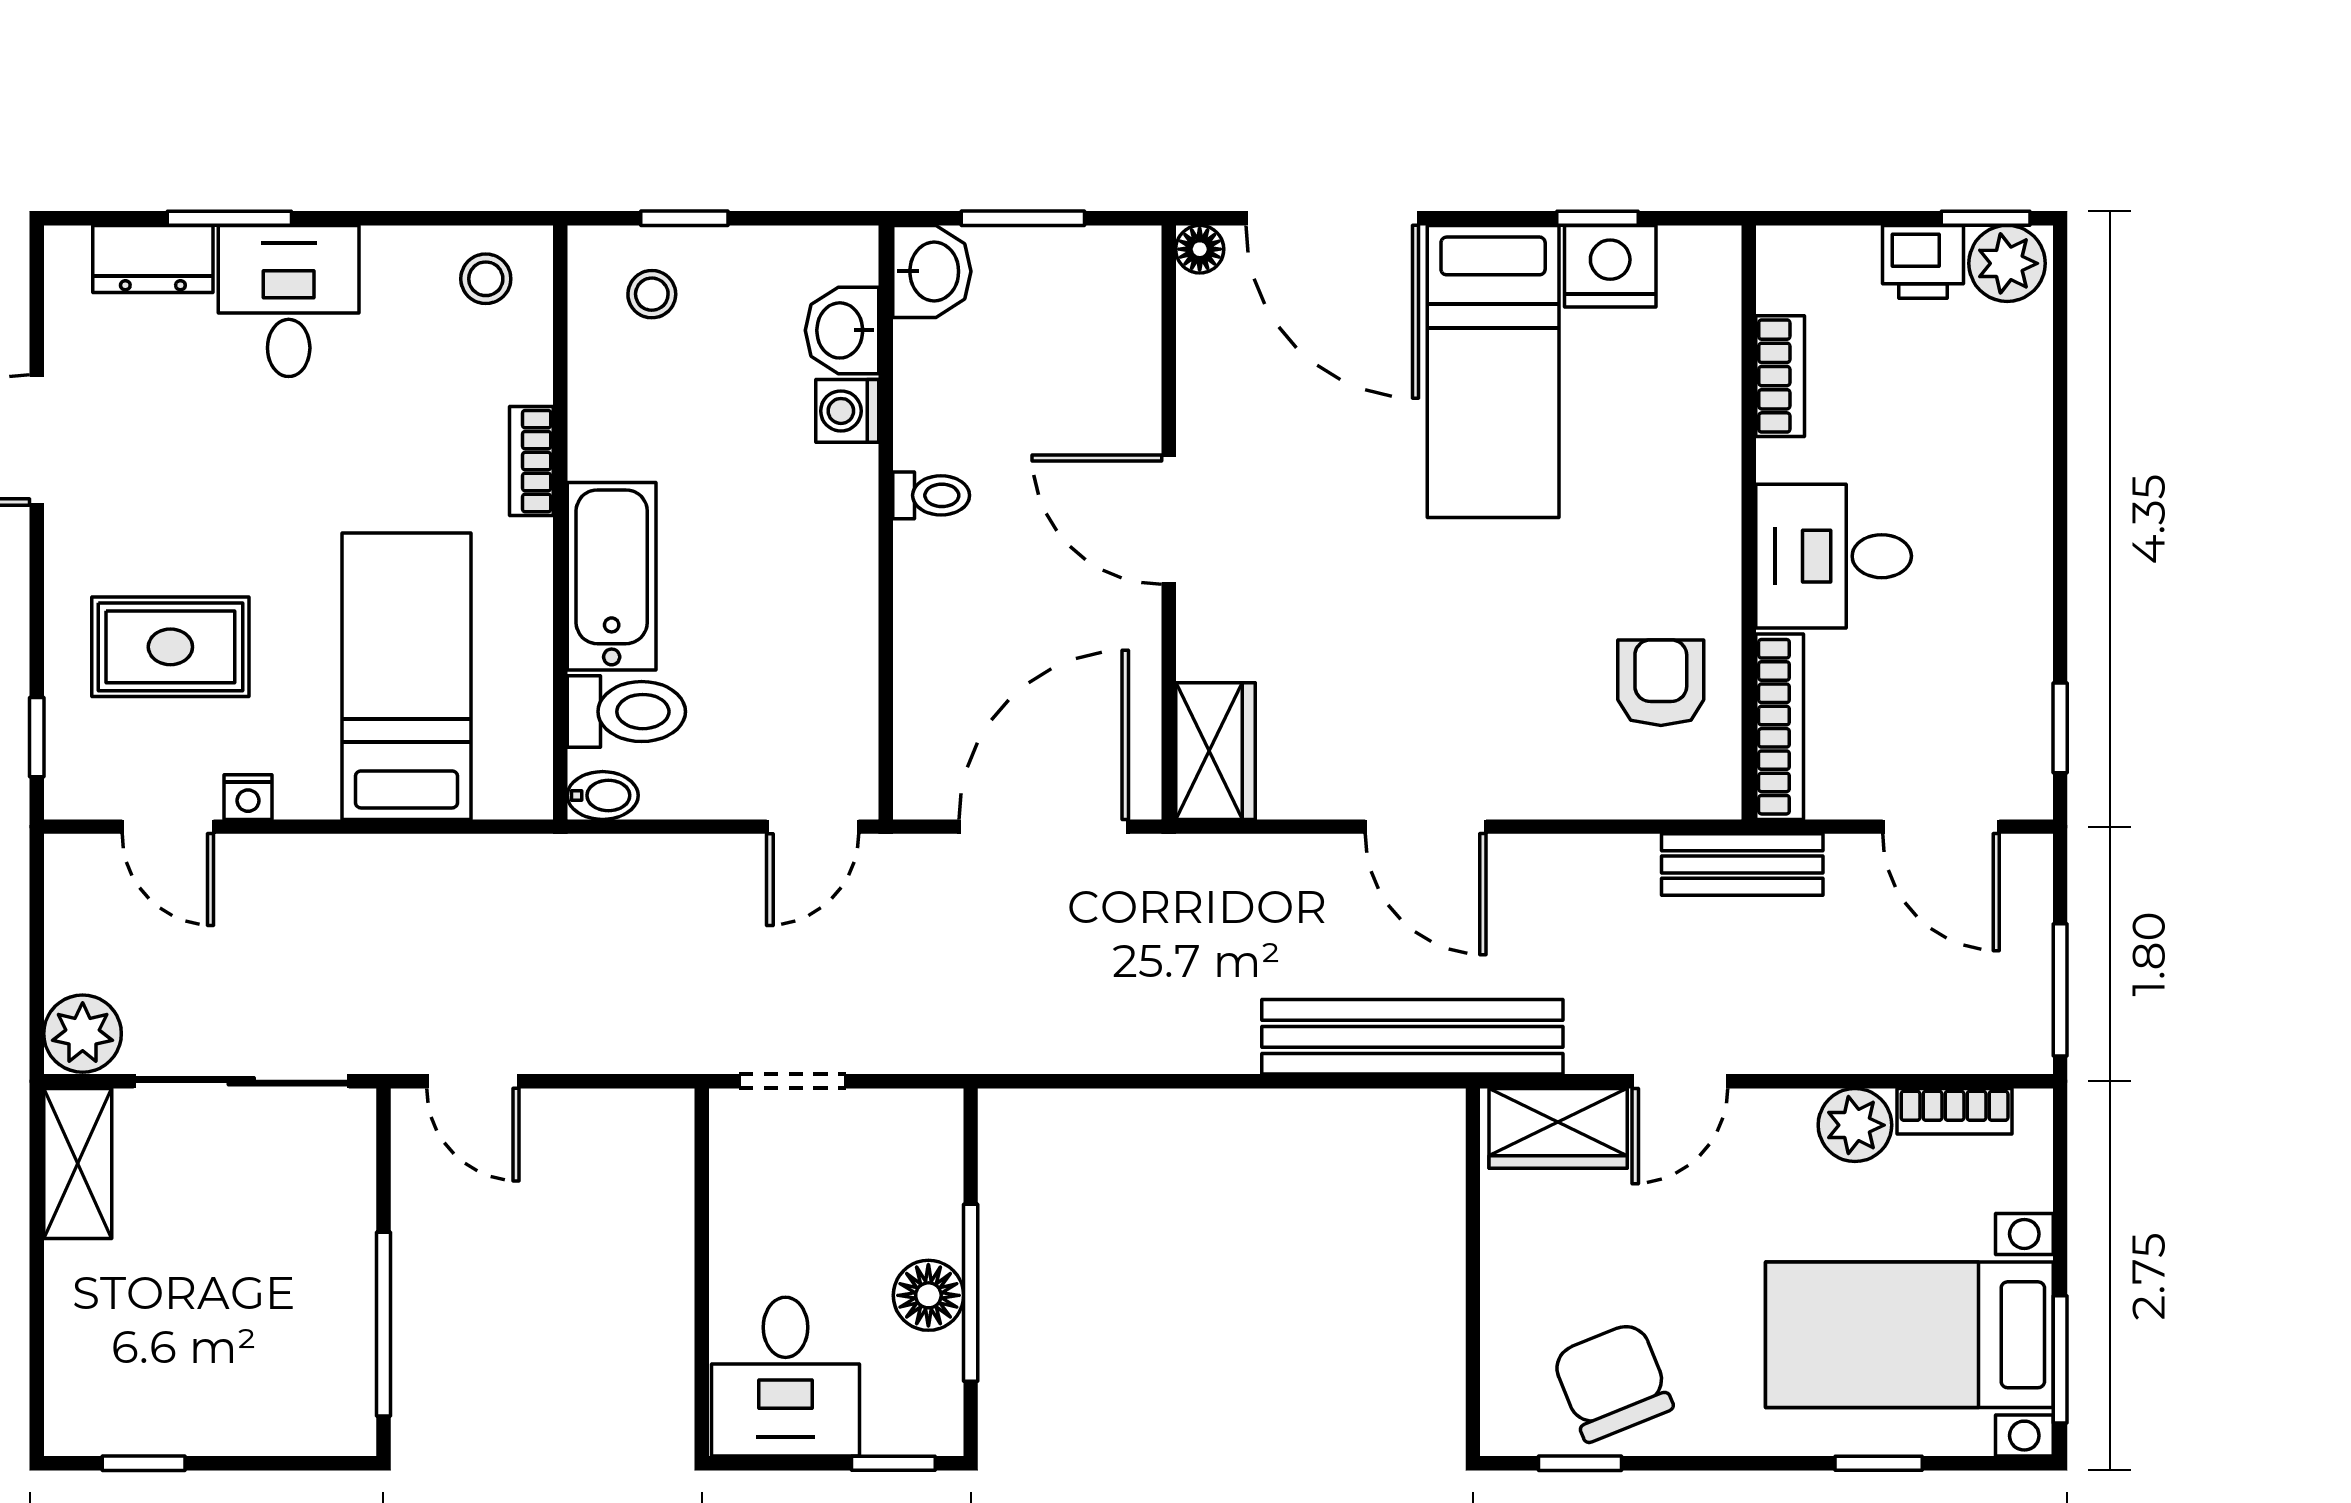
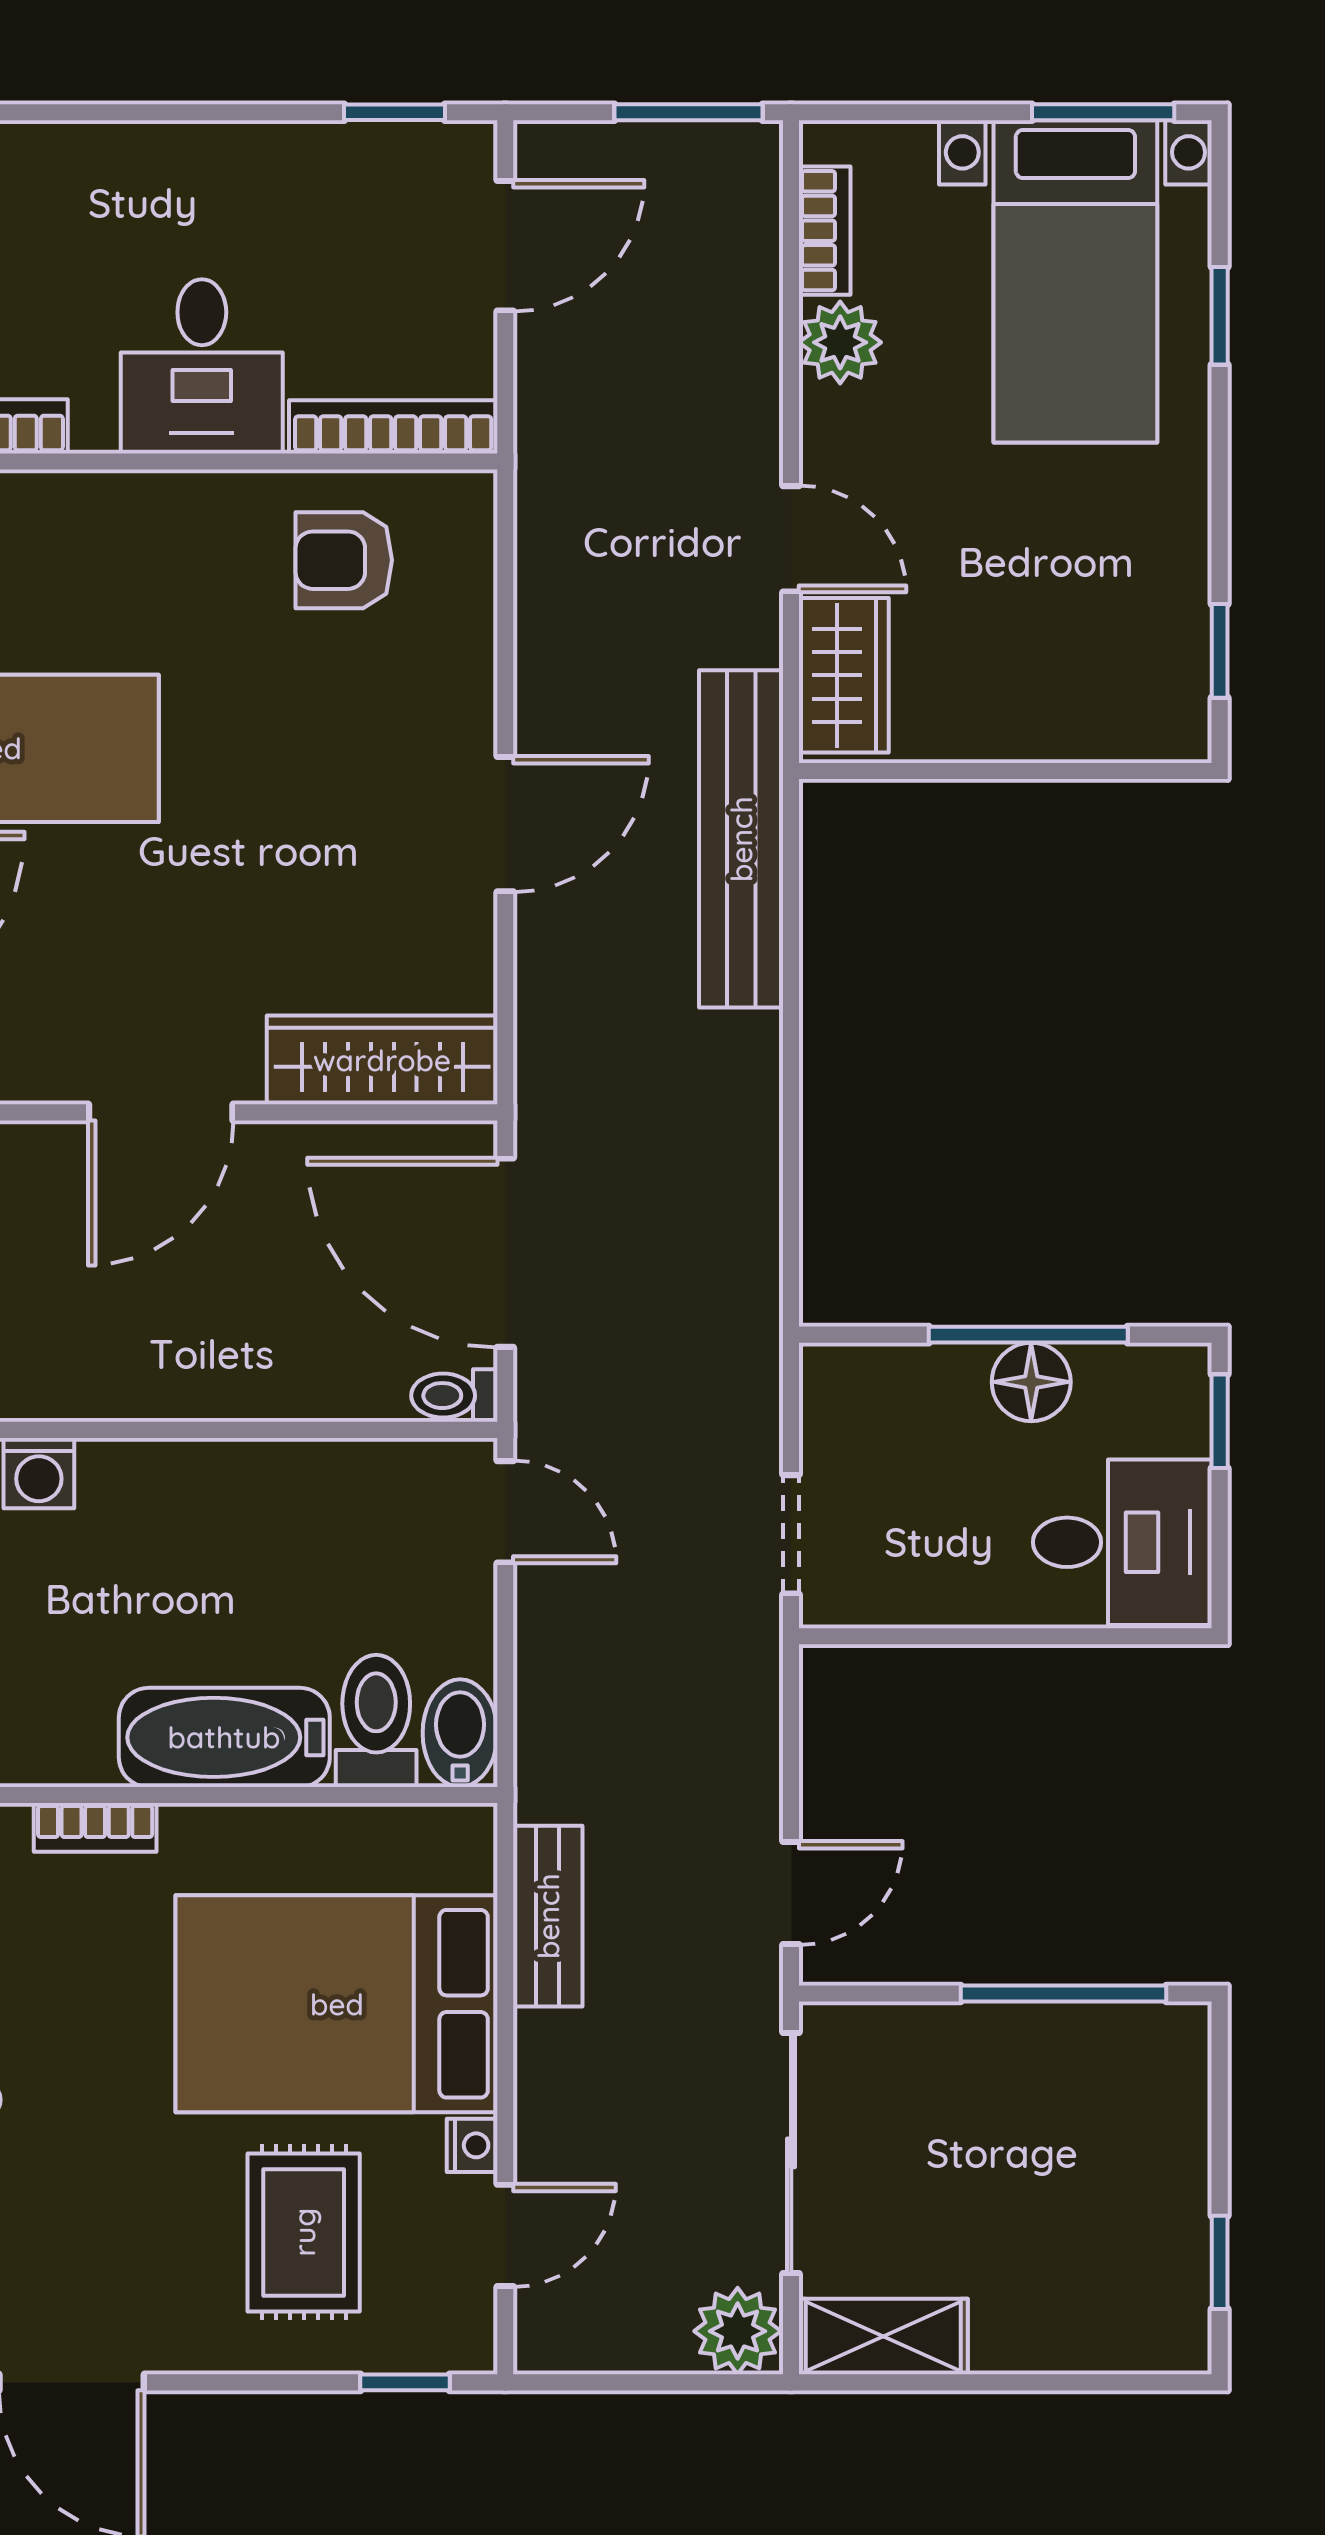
toilet: (931, 495) -> (454, 1396), moved, turned -90
bed: (406, 676) -> (337, 2004), width x1.50
wardrobe: (1215, 751) -> (382, 1060), width x1.50
bidet: (603, 795) -> (460, 1733), width x1.38, depth x1.36
bench: (1742, 864) -> (548, 1916), moved
chair: (1612, 1382) -> (1128, 614), removed

